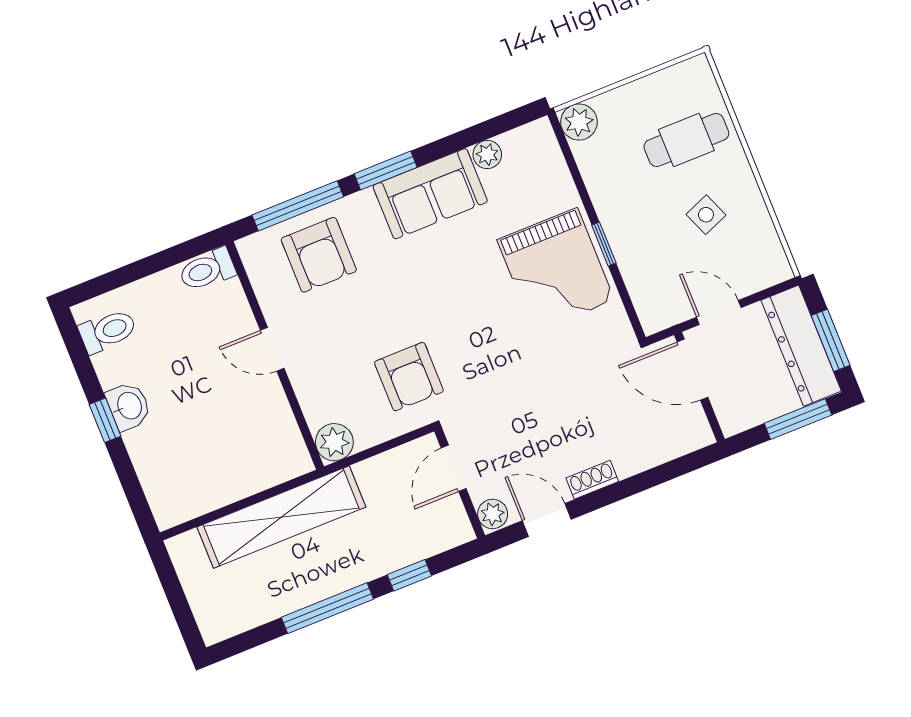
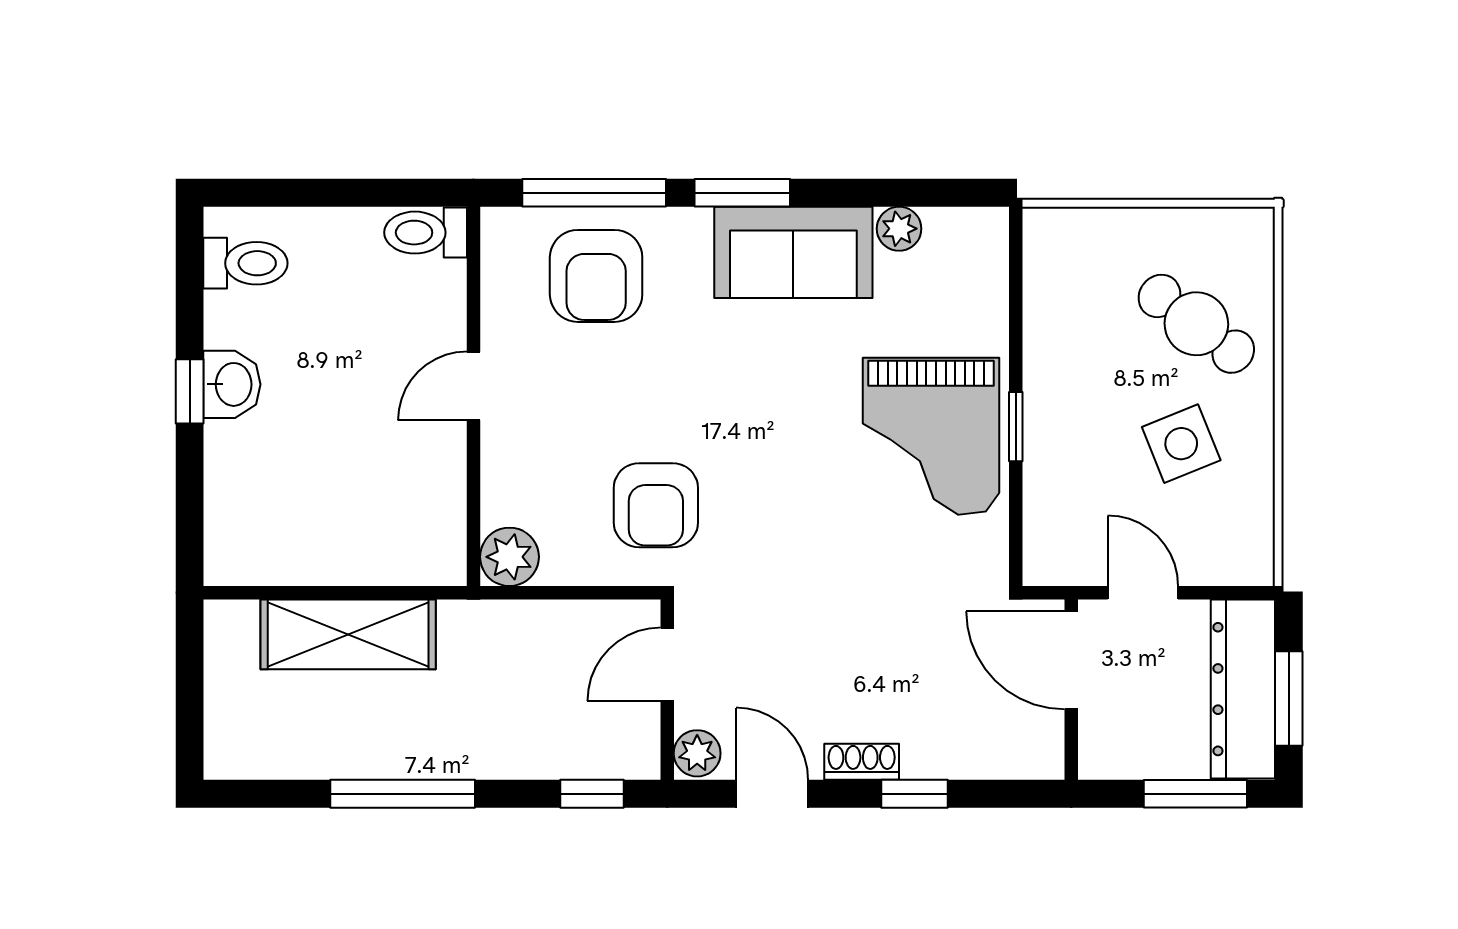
plant: (579, 122) -> (1051, 235), removed
cafe table: (686, 140) -> (1196, 324), turned 37
side table: (706, 215) -> (1181, 444), width x1.37, depth x1.37
door: (272, 349) -> (474, 386), hinge flipped
window: (631, 486) -> (914, 794), added
shelving: (281, 517) -> (348, 634), width x0.68
window: (409, 575) -> (592, 794), moved

